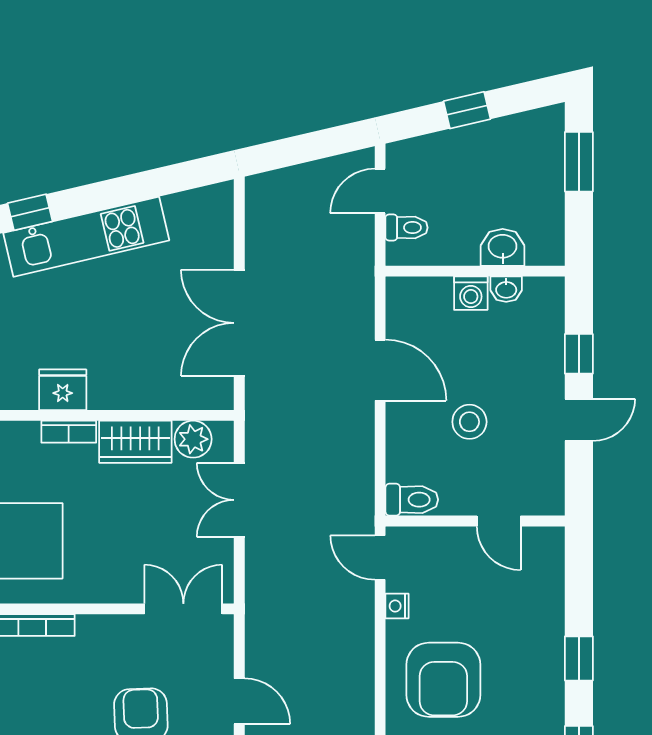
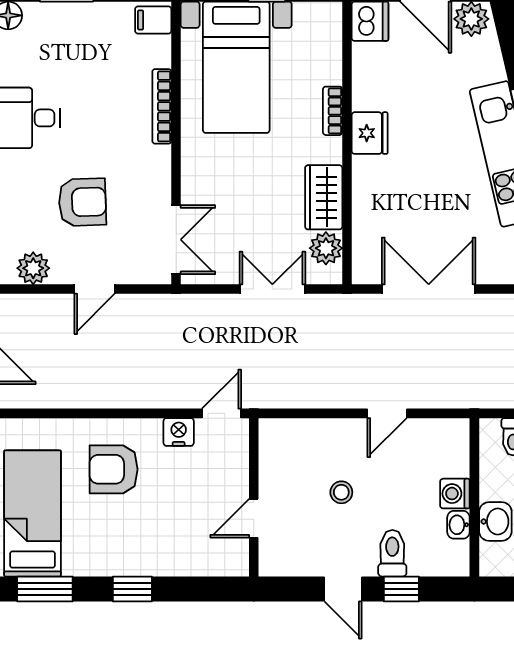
door: (380, 370) -> (387, 413), width x0.73
stool: (469, 422) -> (341, 492), width x0.73, depth x0.73
bookcase: (69, 432) -> (333, 111), moved
toilet: (412, 500) -> (392, 553), moved, turned 180
nightstand: (397, 606) -> (179, 432), width x1.39, depth x1.35
armchair: (443, 680) -> (114, 469), width x0.73, depth x0.73

